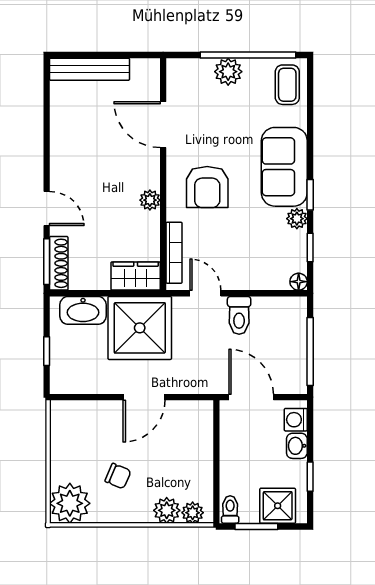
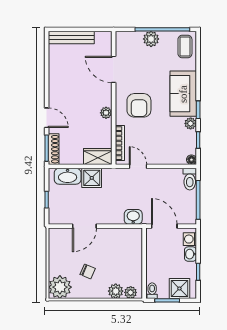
toilet: (239, 315) -> (190, 179), moved
shower: (140, 328) -> (92, 178), width x0.54, depth x0.54
washbasin: (197, 381) -> (133, 217), added
door: (144, 397) -> (84, 226), moved

